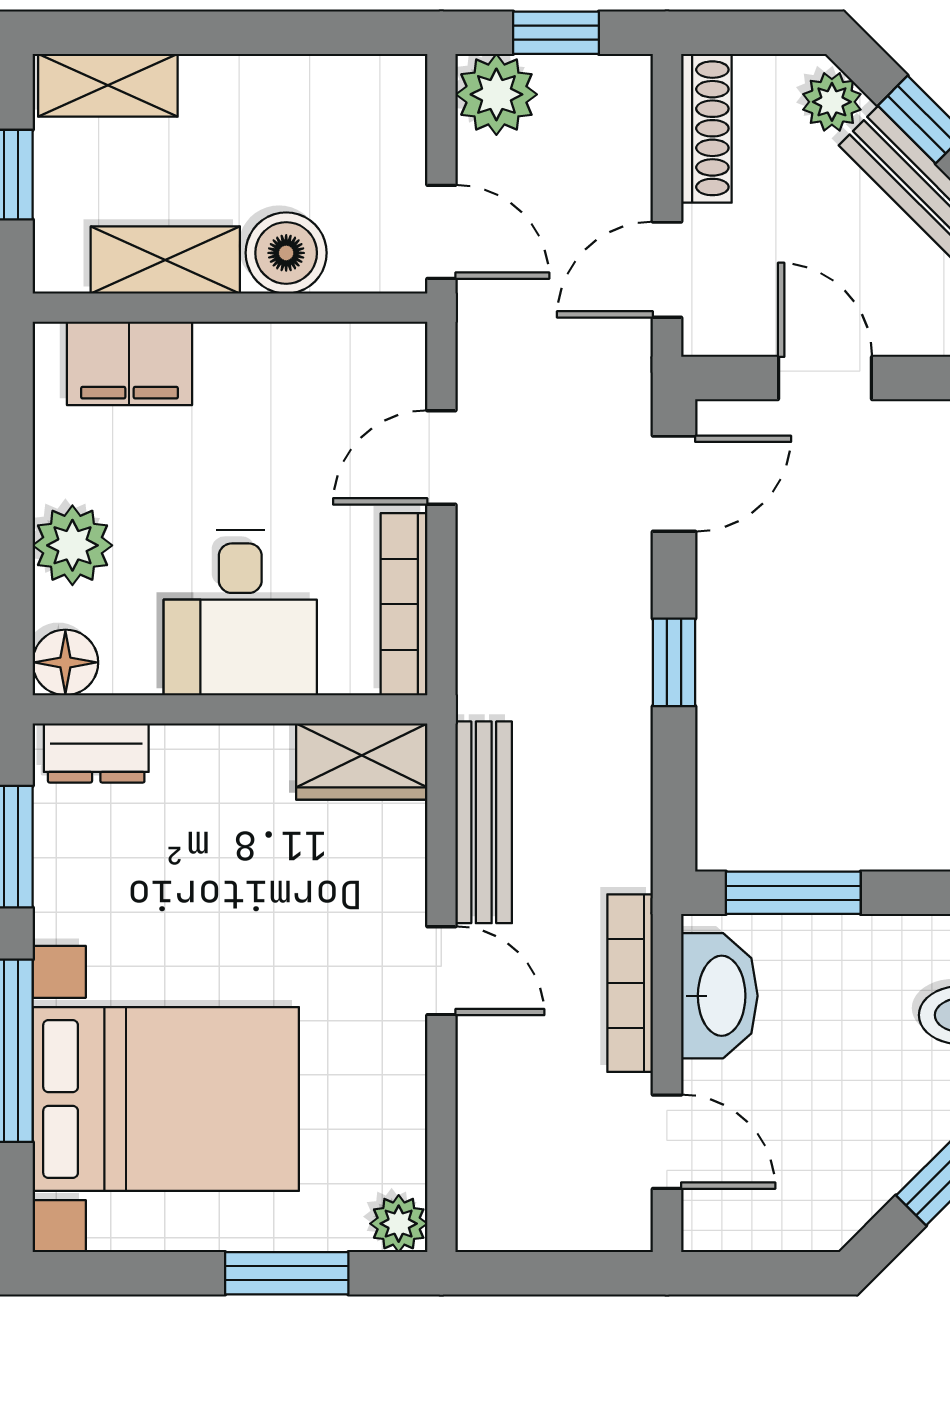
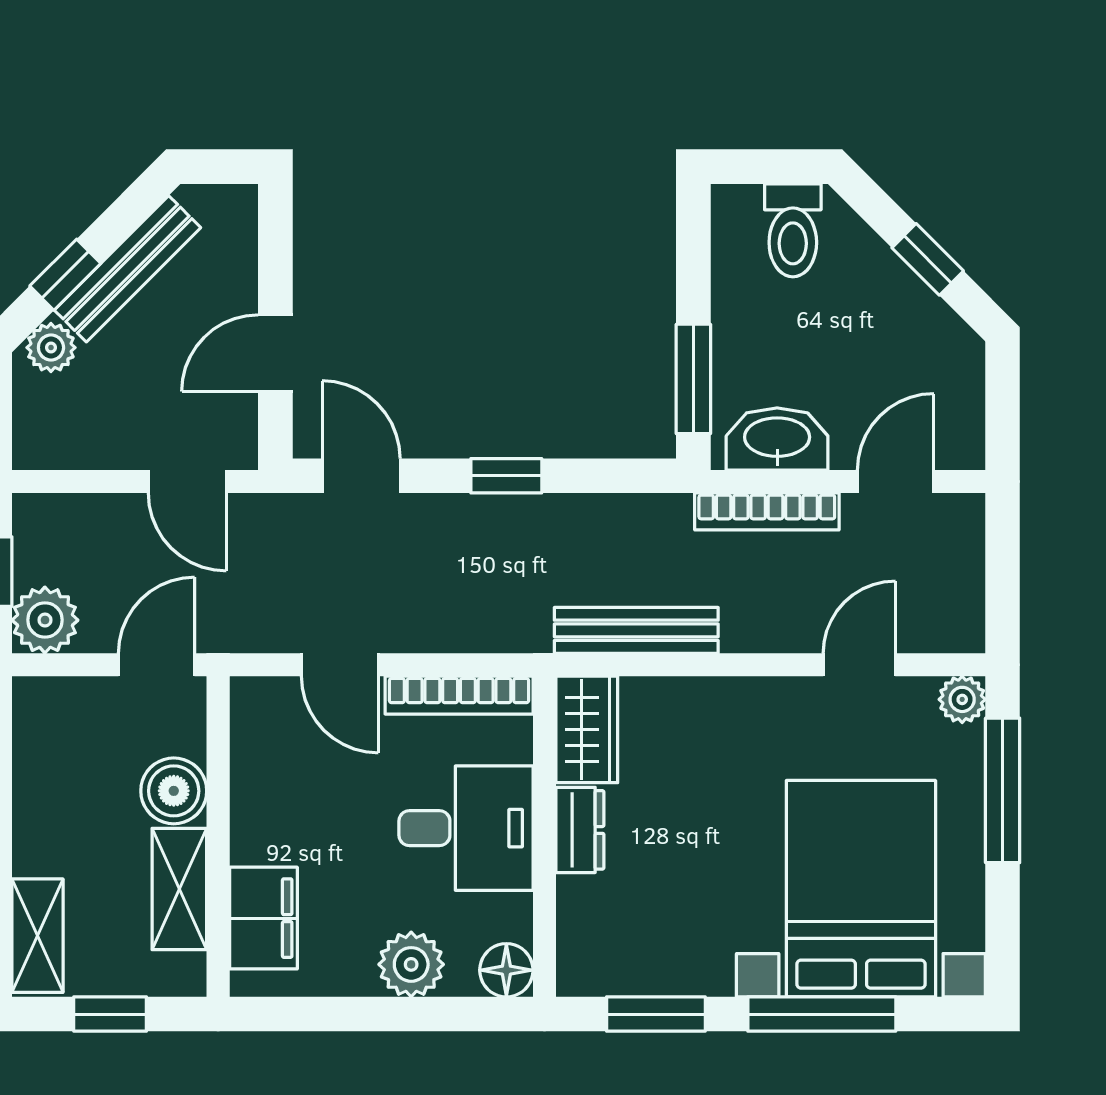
shoe rack: (706, 128) -> (72, 449), removed
dresser: (96, 753) -> (580, 830), moved
door: (441, 971) -> (859, 665), moved
window: (287, 1273) -> (1003, 790), width x1.44

